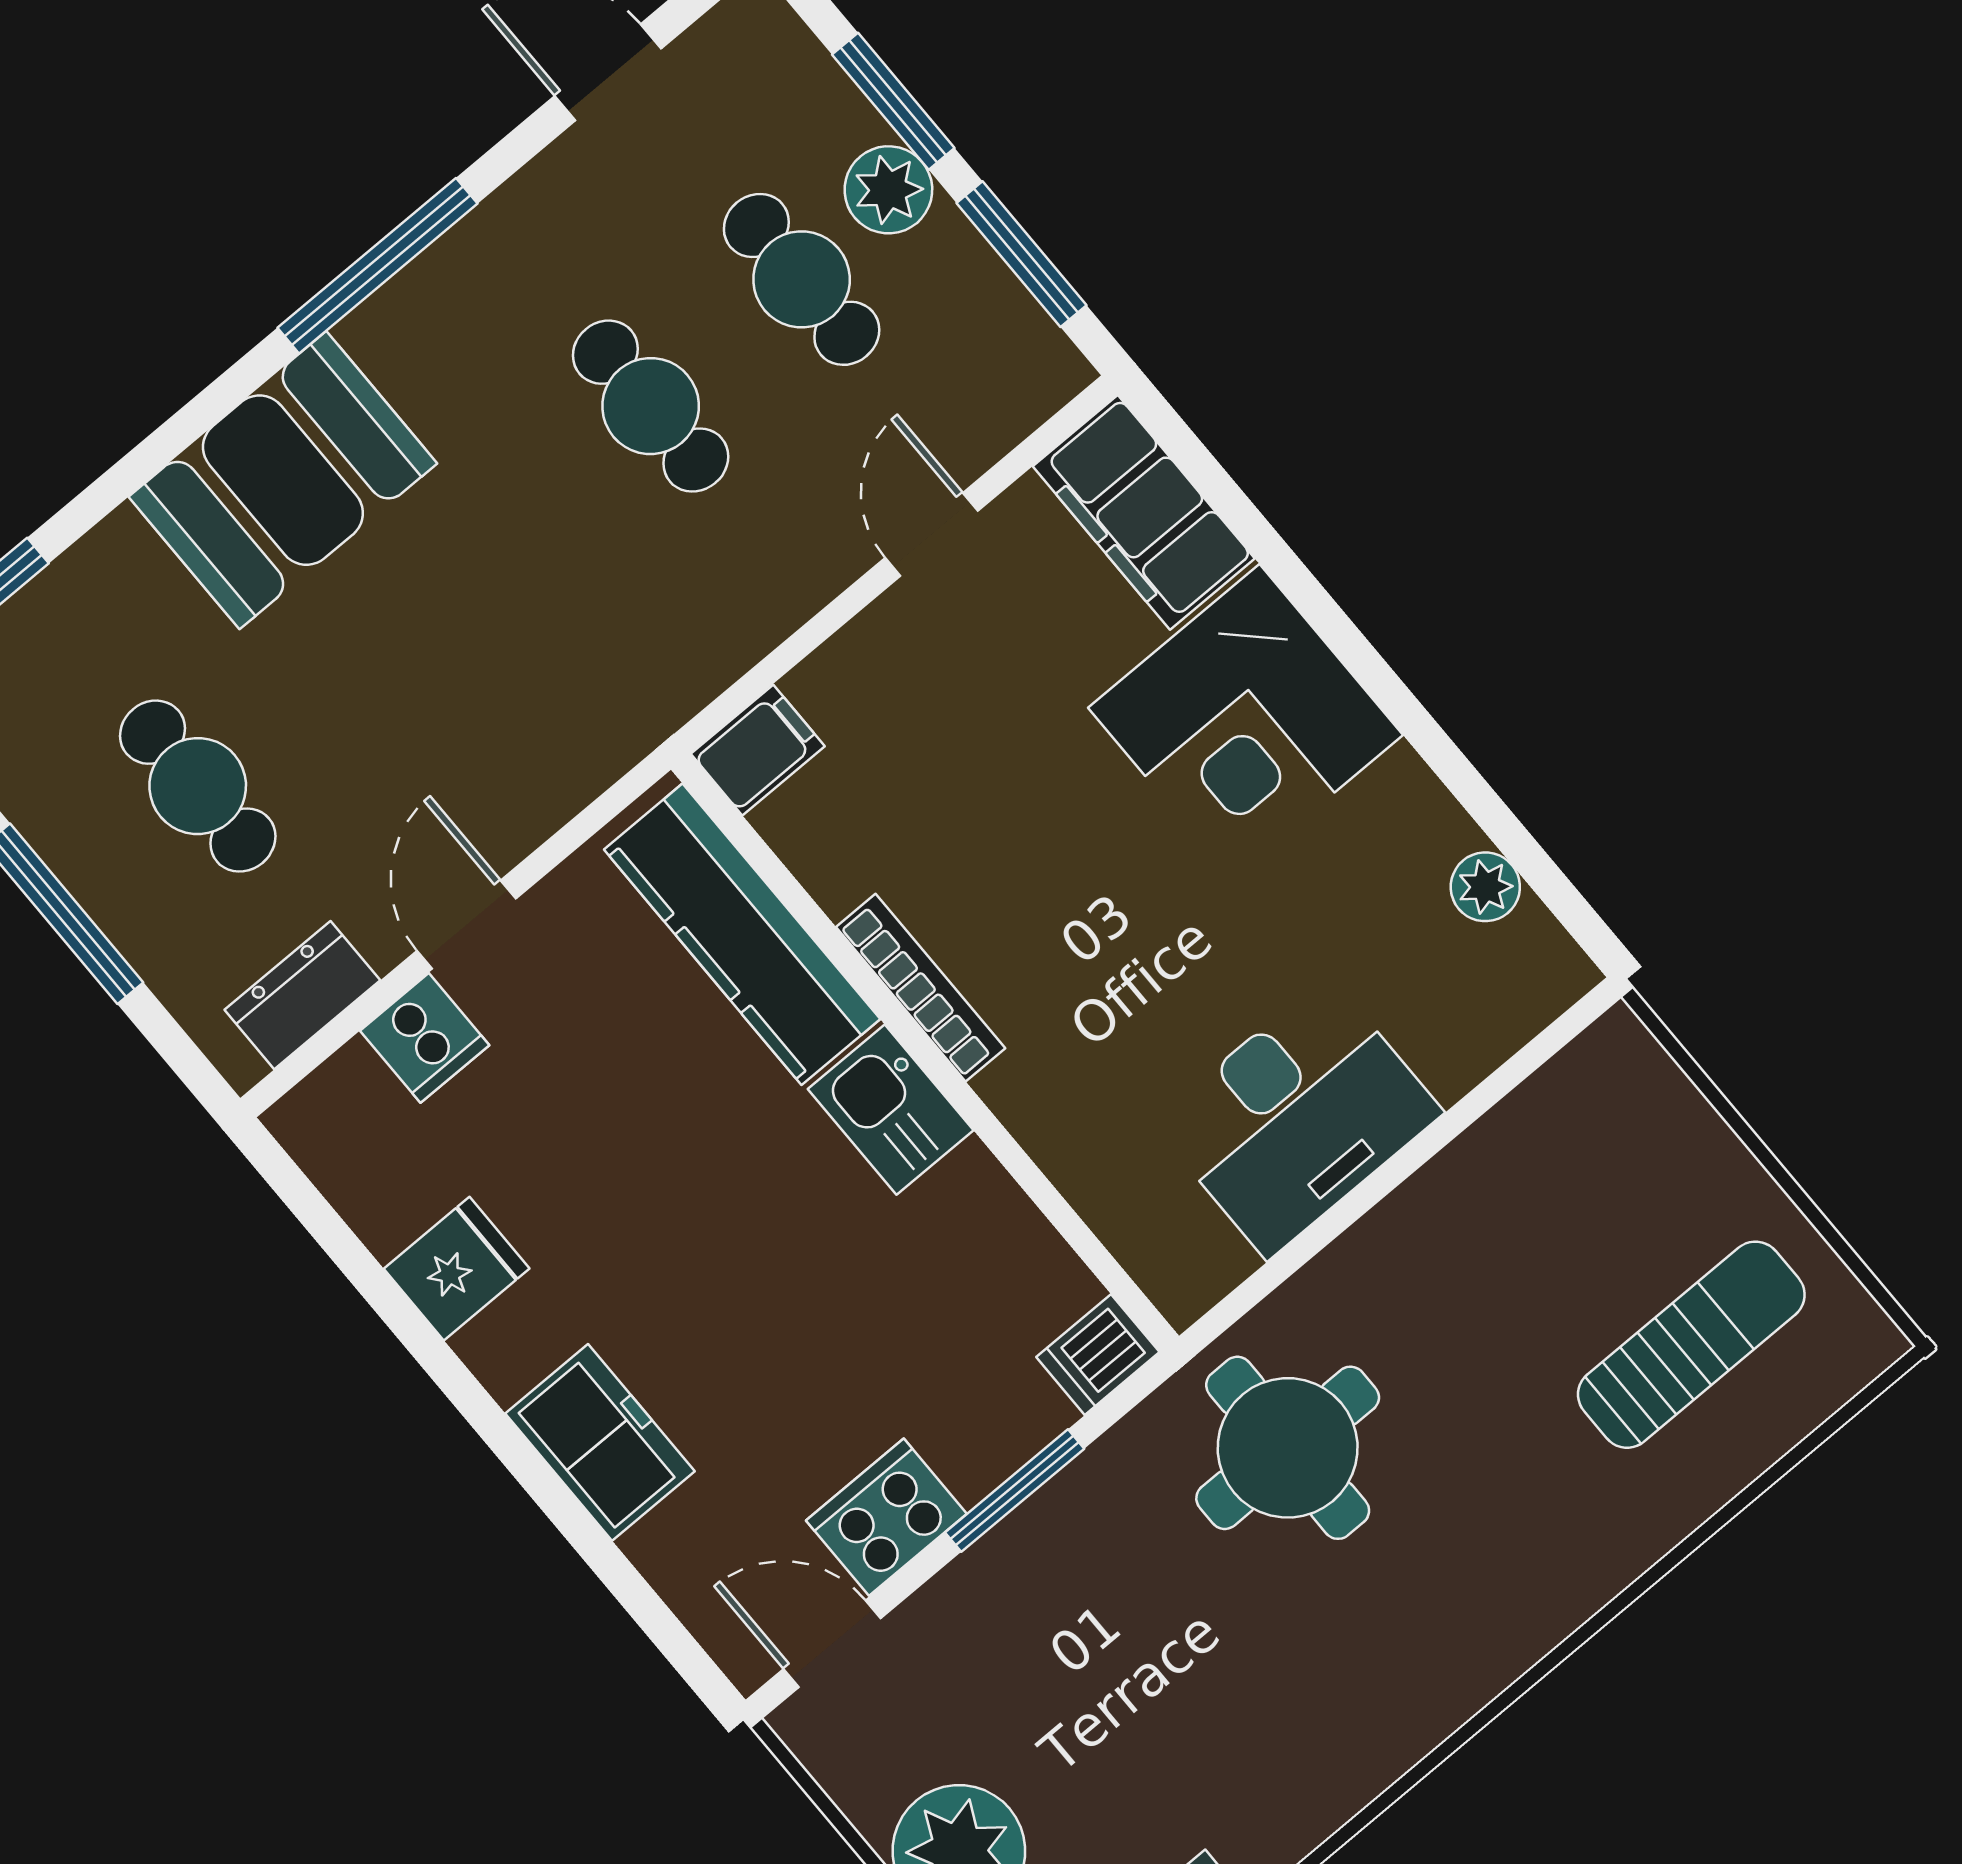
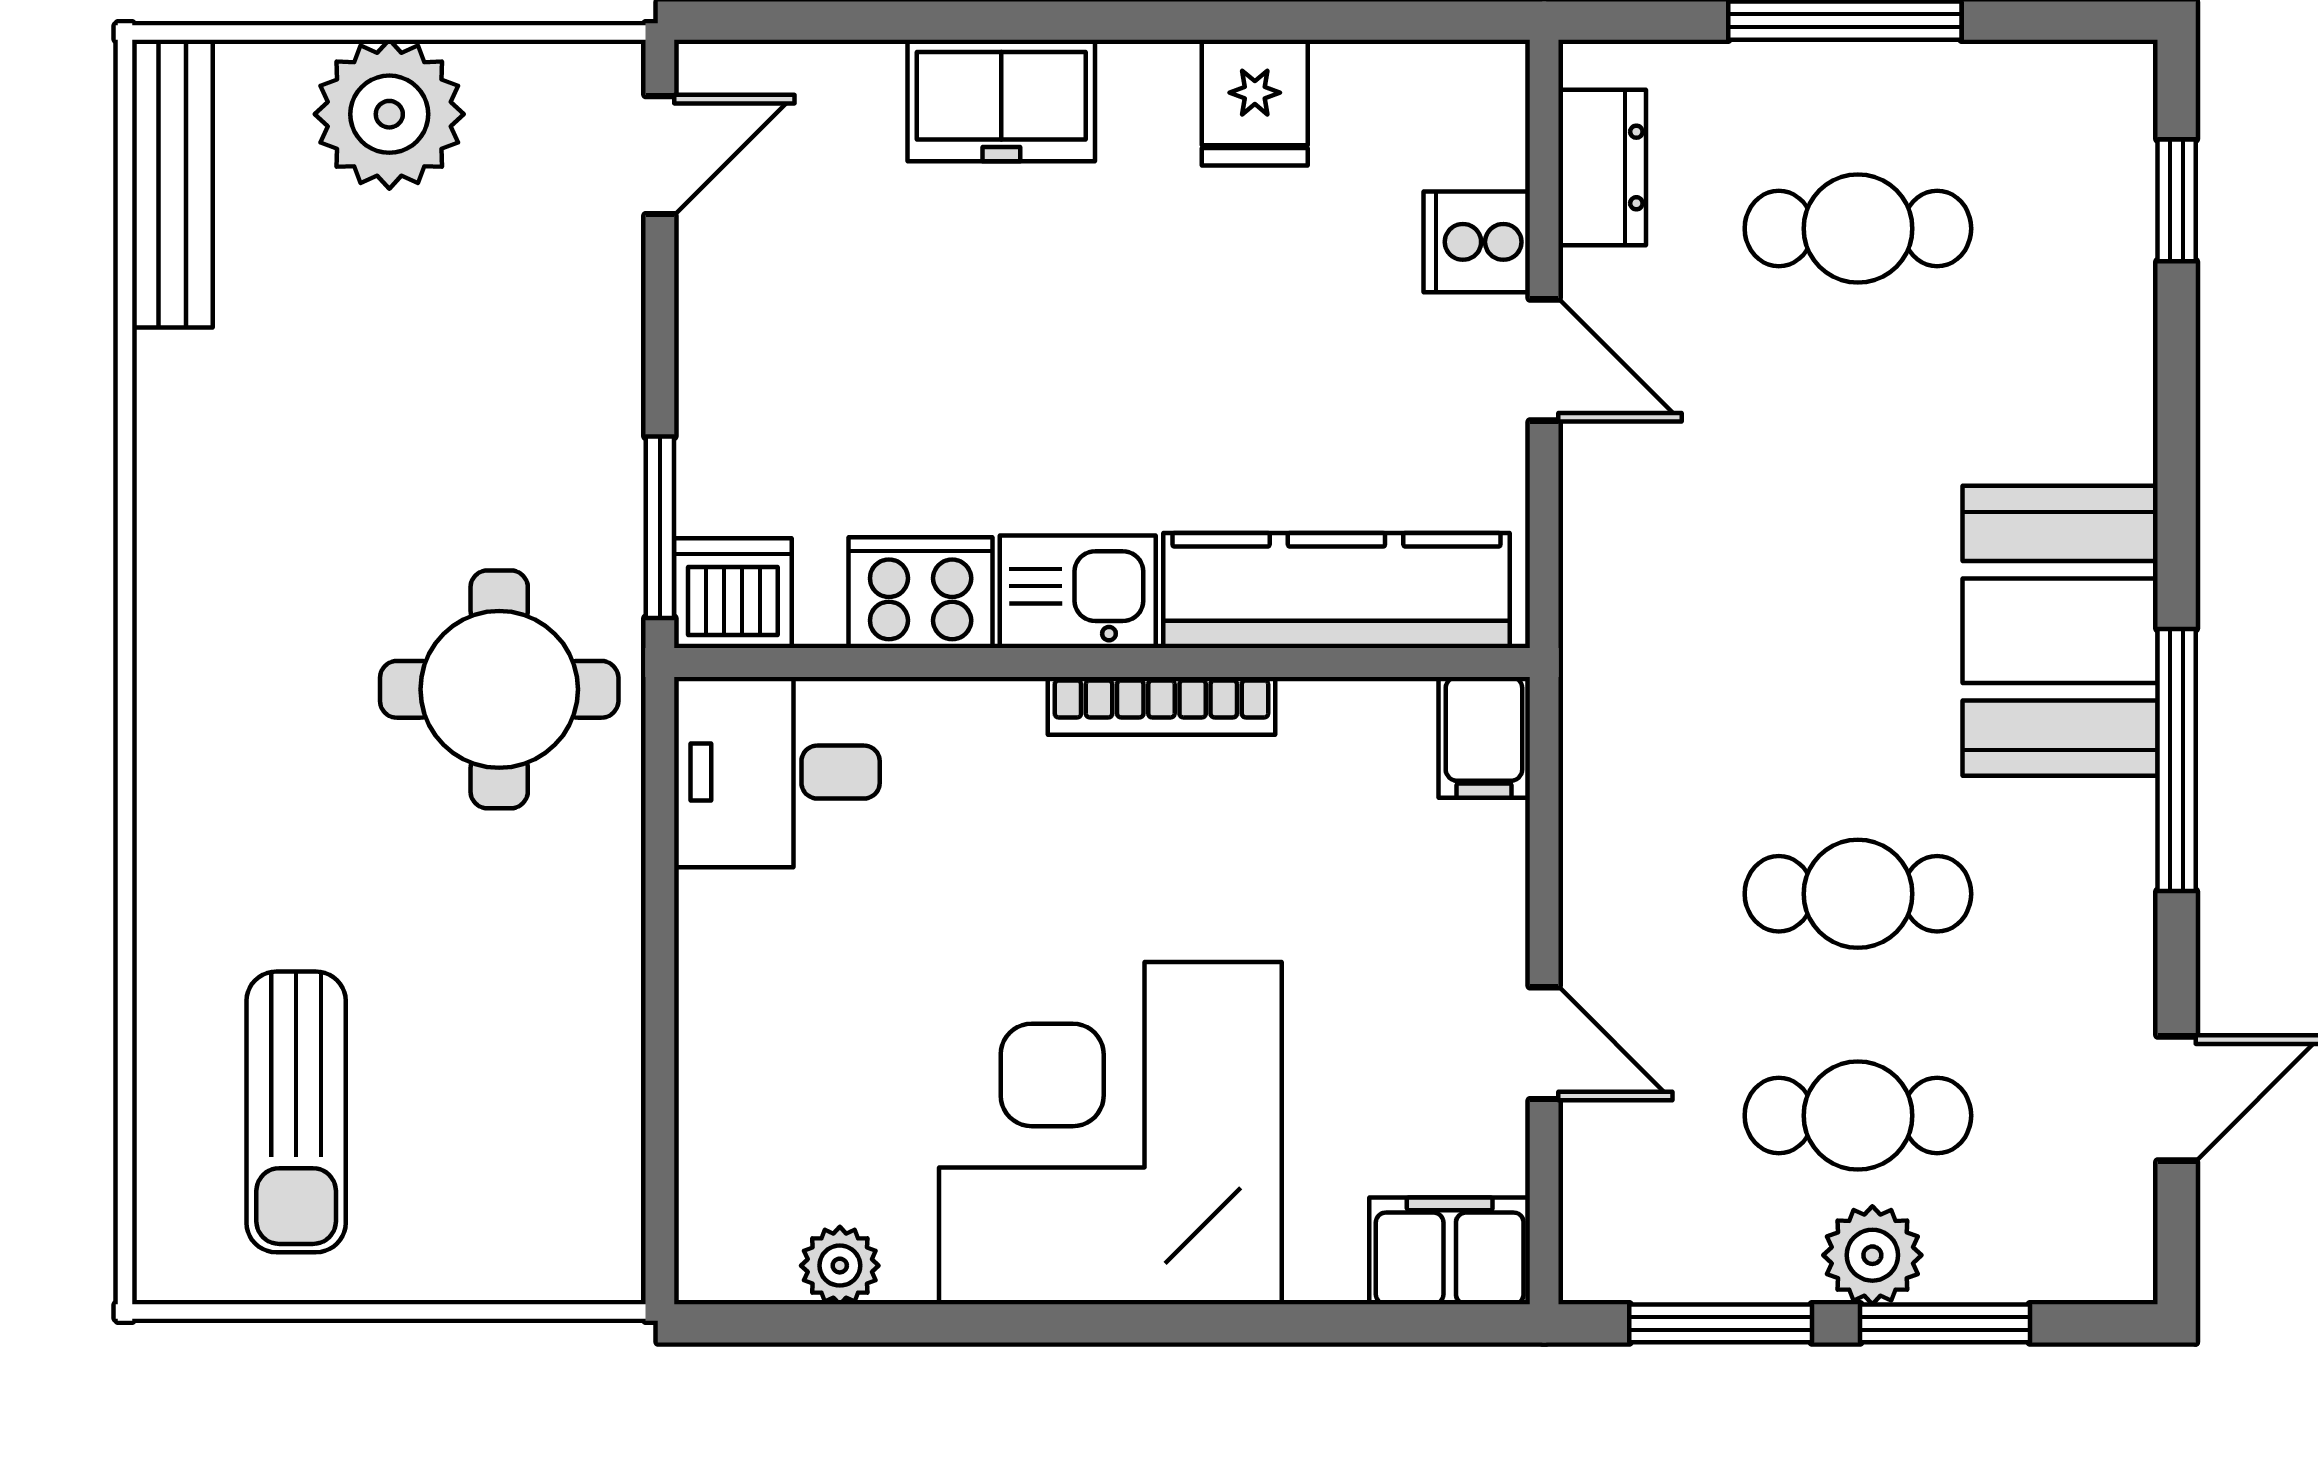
booth: (283, 480) -> (2060, 631), moved
filing cabinet: (1144, 512) -> (1450, 1251), width x0.67, depth x0.86
corner desk: (1246, 721) -> (1110, 1133), width x1.36, depth x1.36
desk: (1298, 1117) -> (777, 772), moved, width x0.73
dishwasher: (1098, 1355) -> (733, 593), width x1.38
window: (1015, 1491) -> (660, 527), moved
cooker: (886, 1517) -> (921, 593), moved, turned -90

